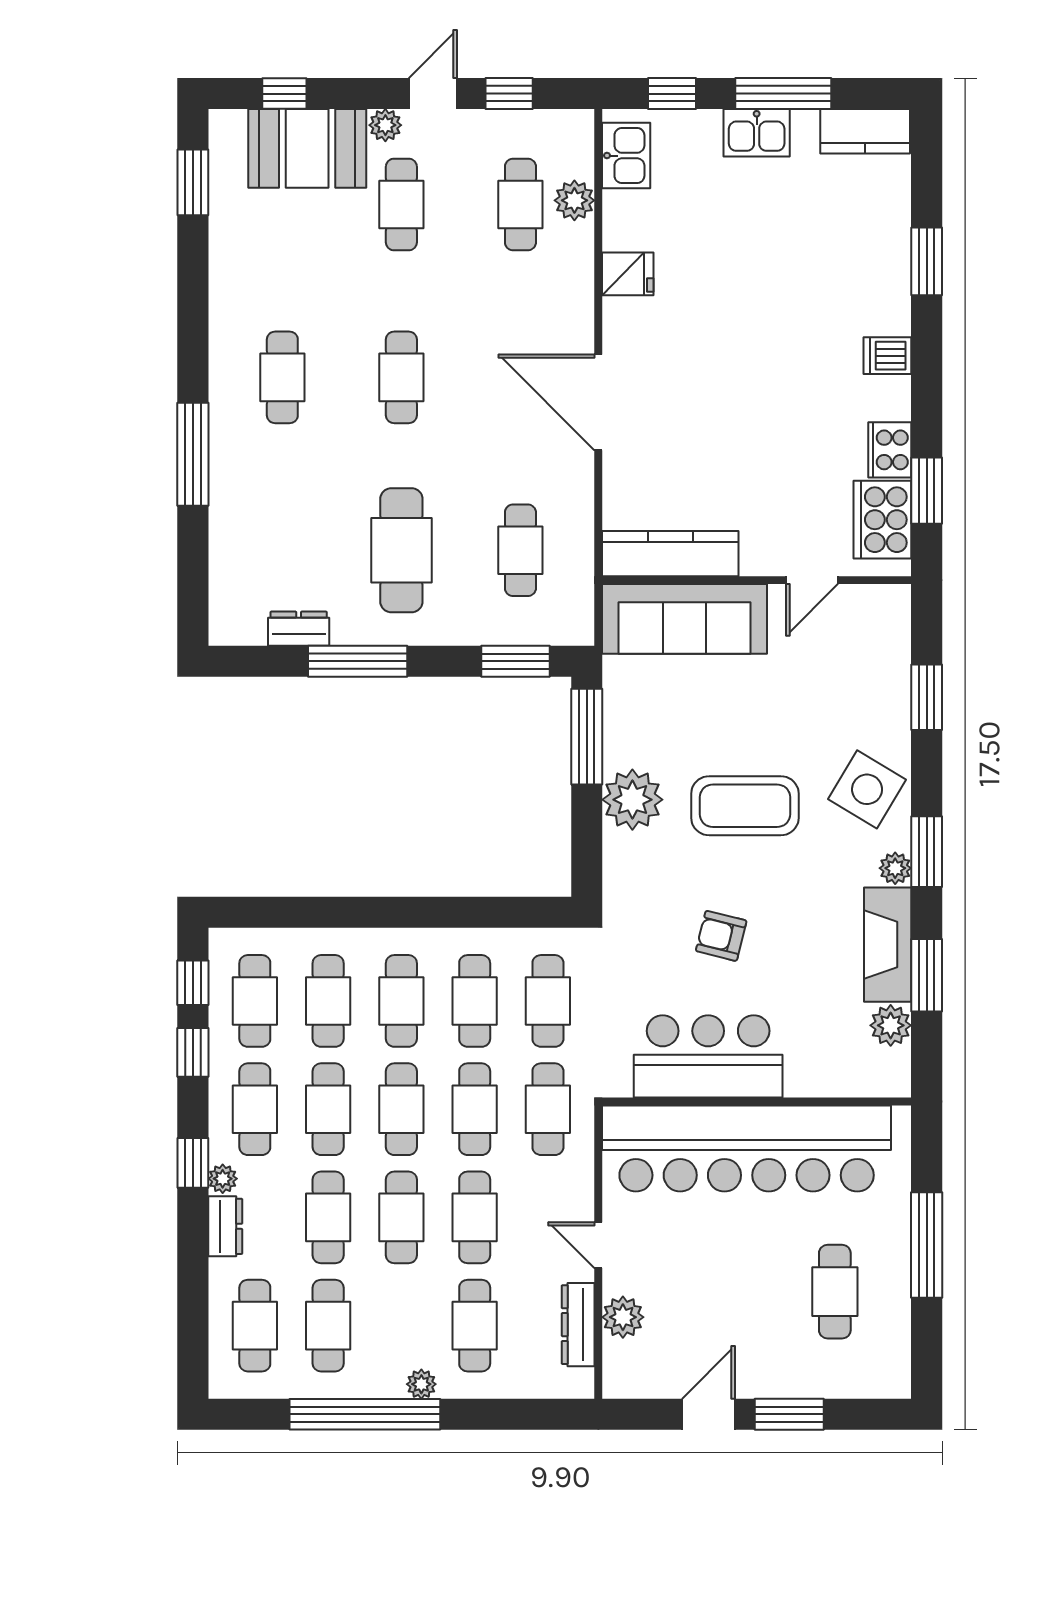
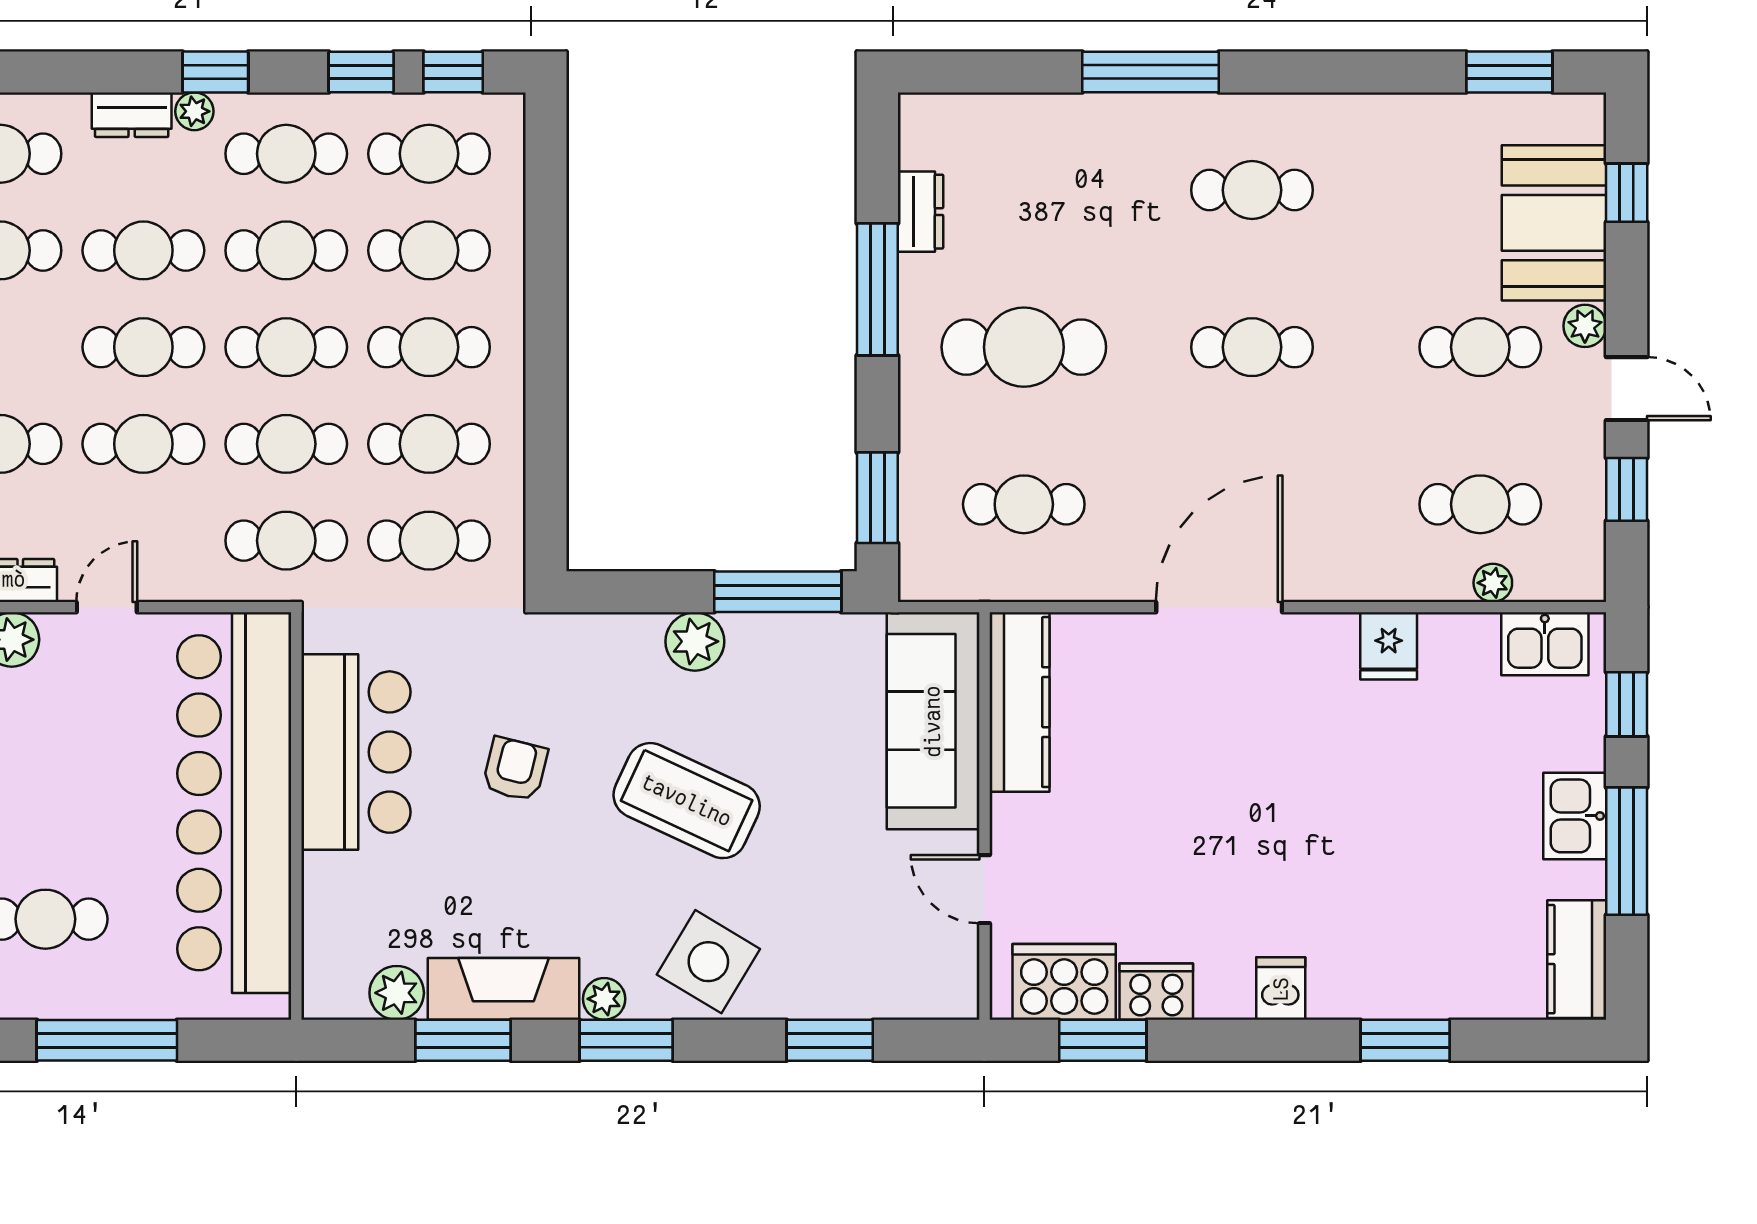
plant: (574, 200) -> (1493, 583), width x0.73, depth x0.73
plant: (632, 800) -> (695, 641), width x0.73, depth x0.73
coffee table: (745, 806) -> (687, 801), turned -65

